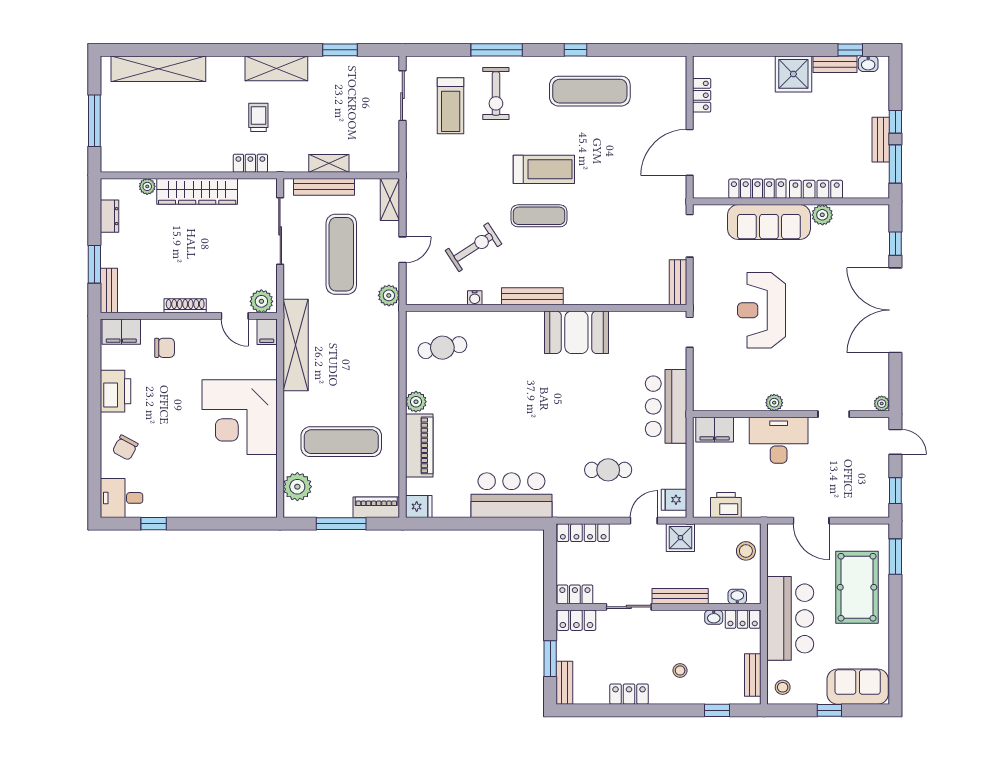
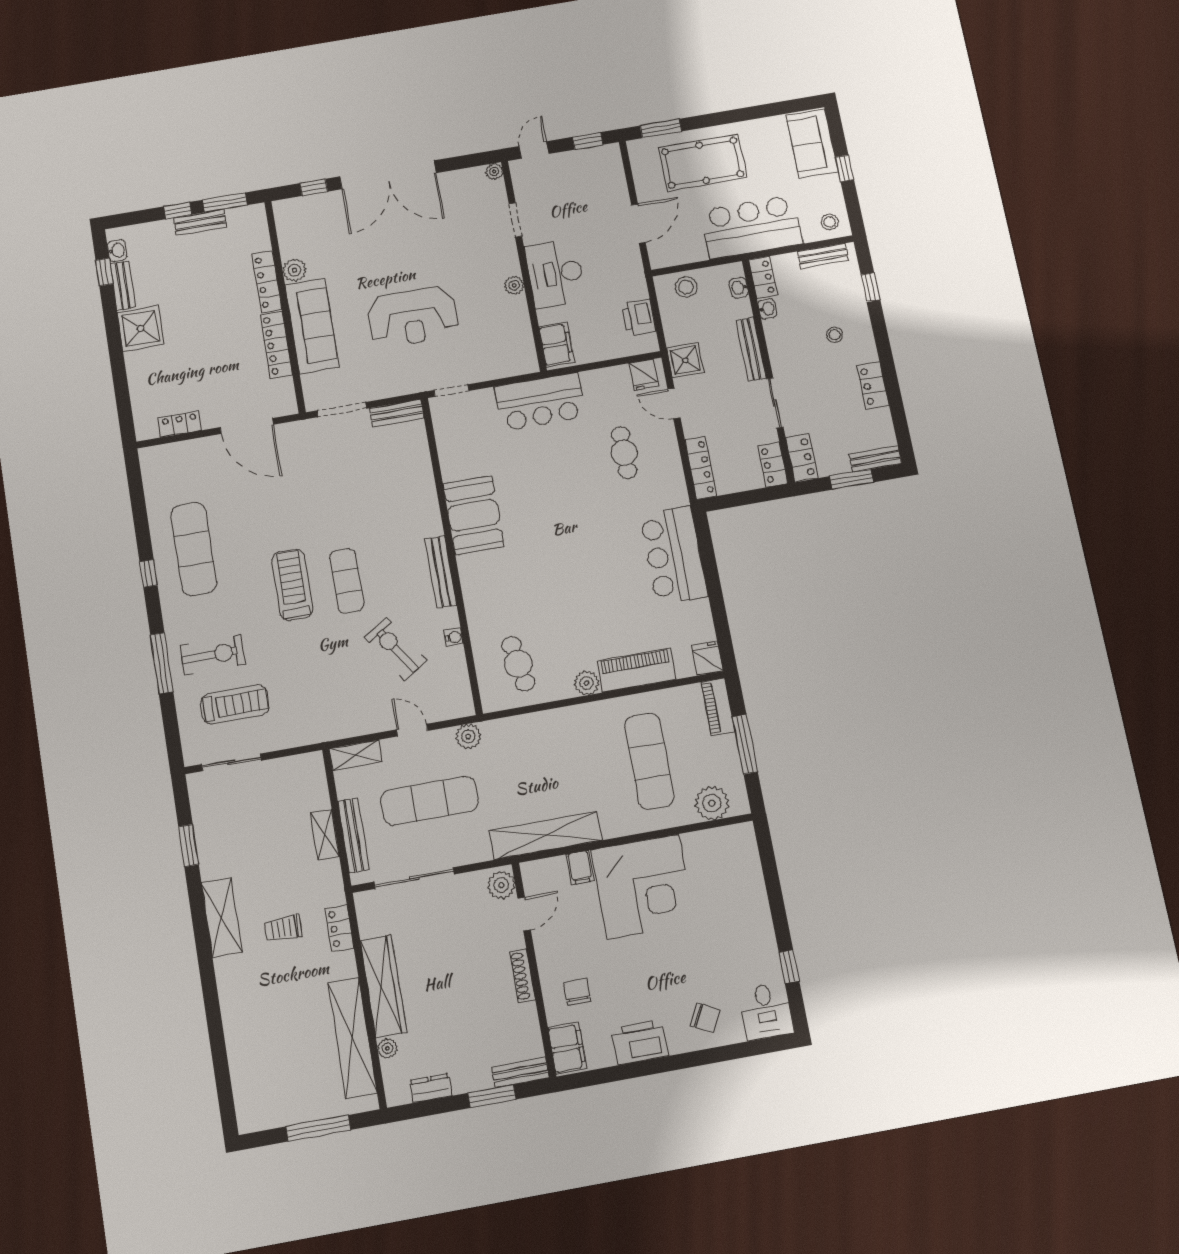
shelving: (158, 69) -> (352, 1038), moved
filing cabinet: (267, 332) -> (580, 868), moved, turned 90

